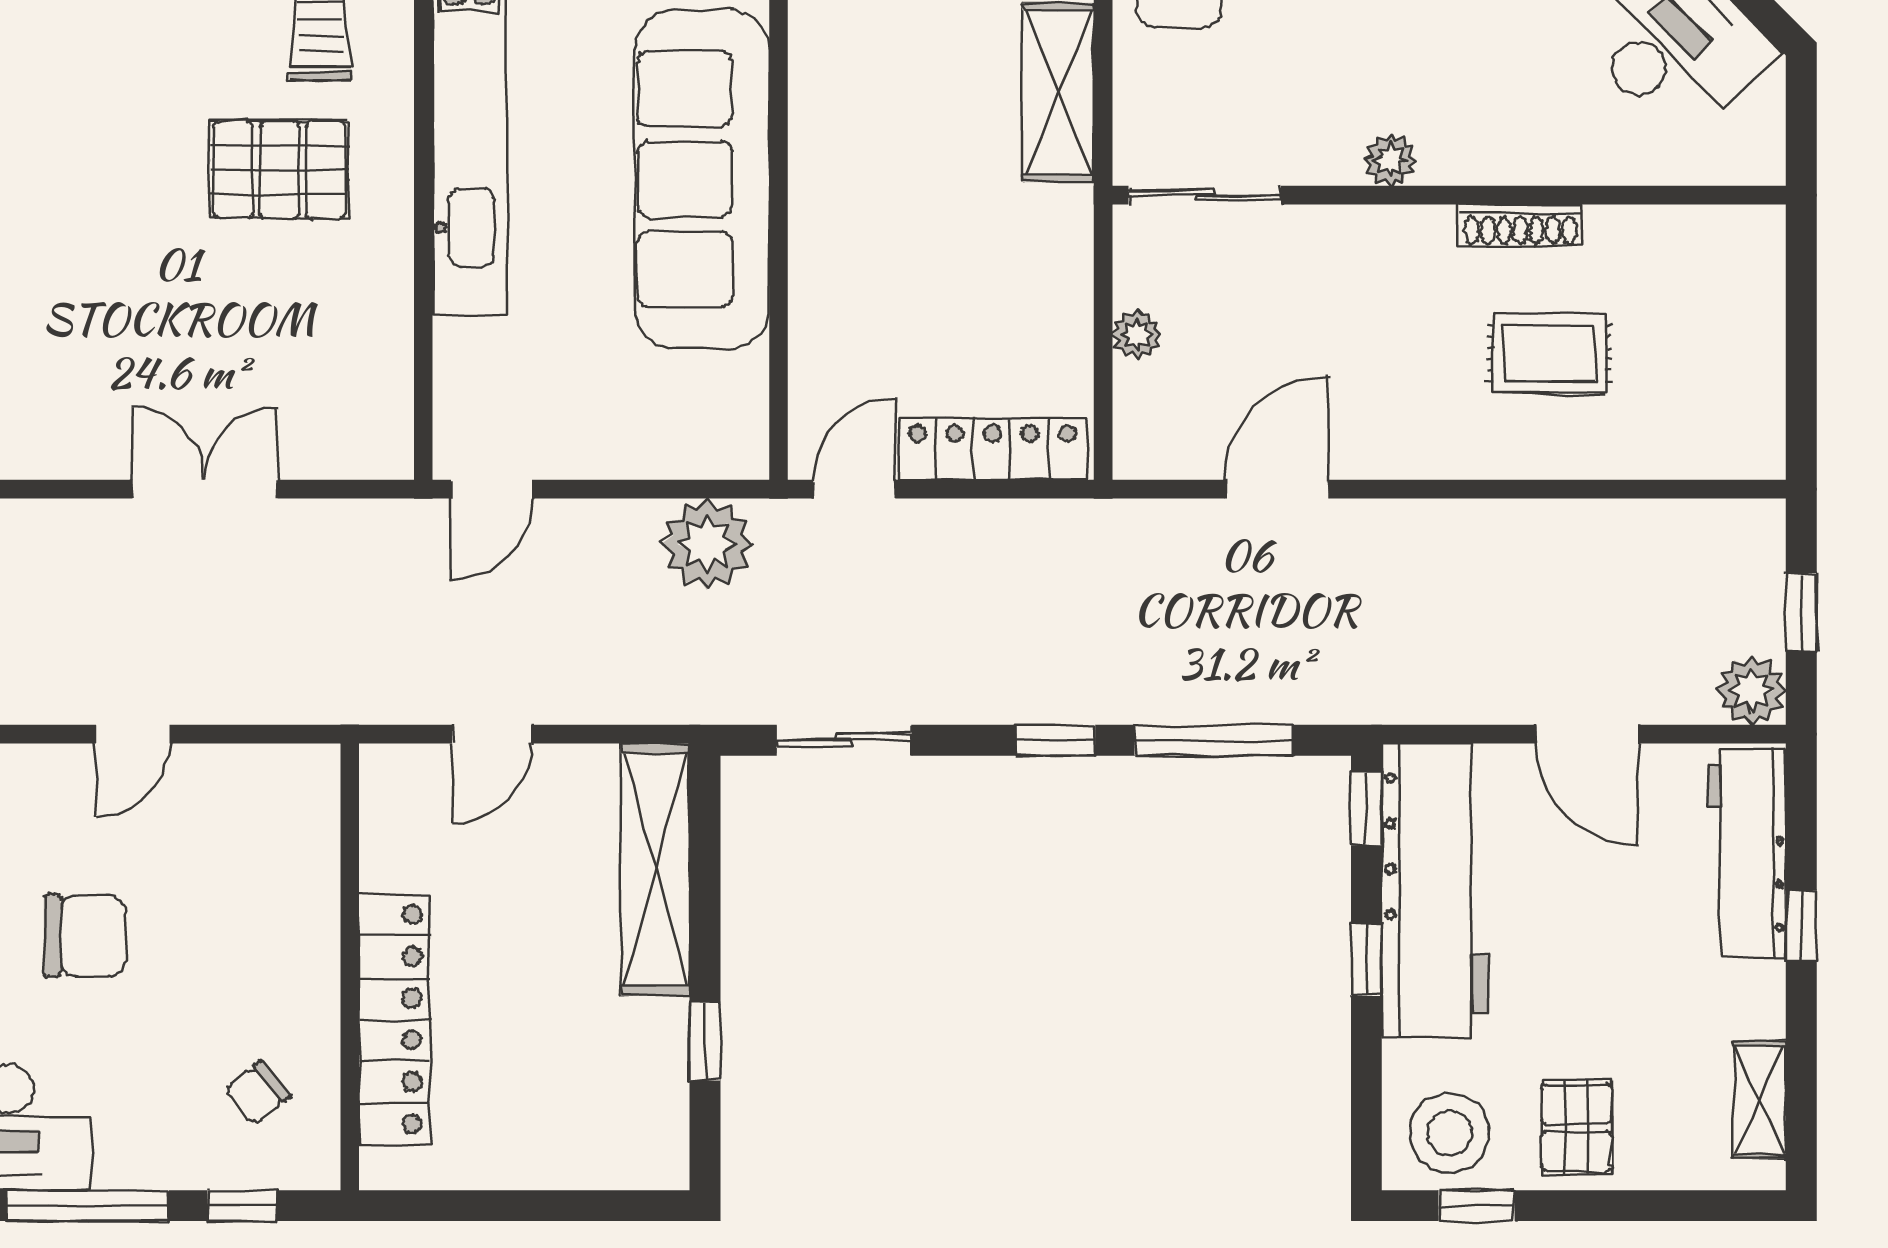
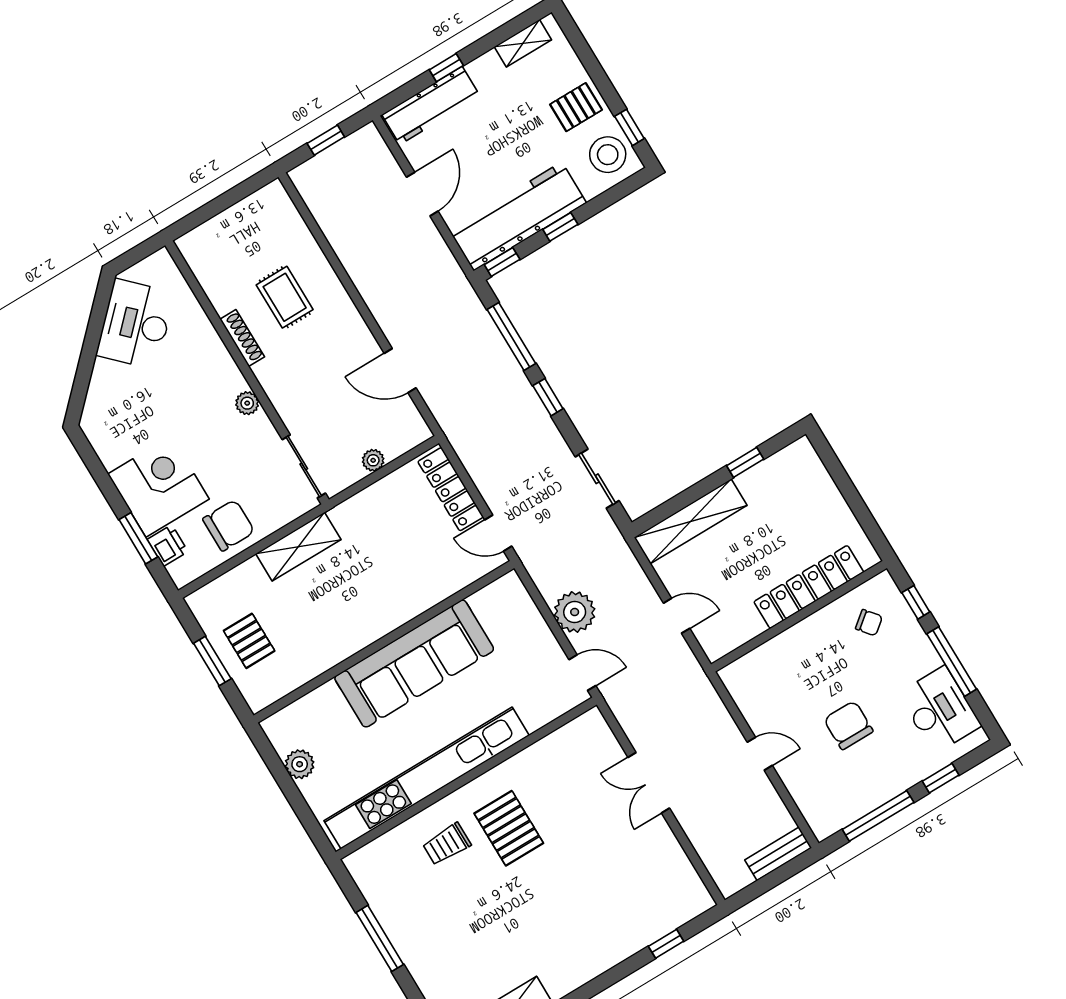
plant: (707, 544) -> (575, 612), moved
plant: (1751, 690) -> (367, 141), removed

